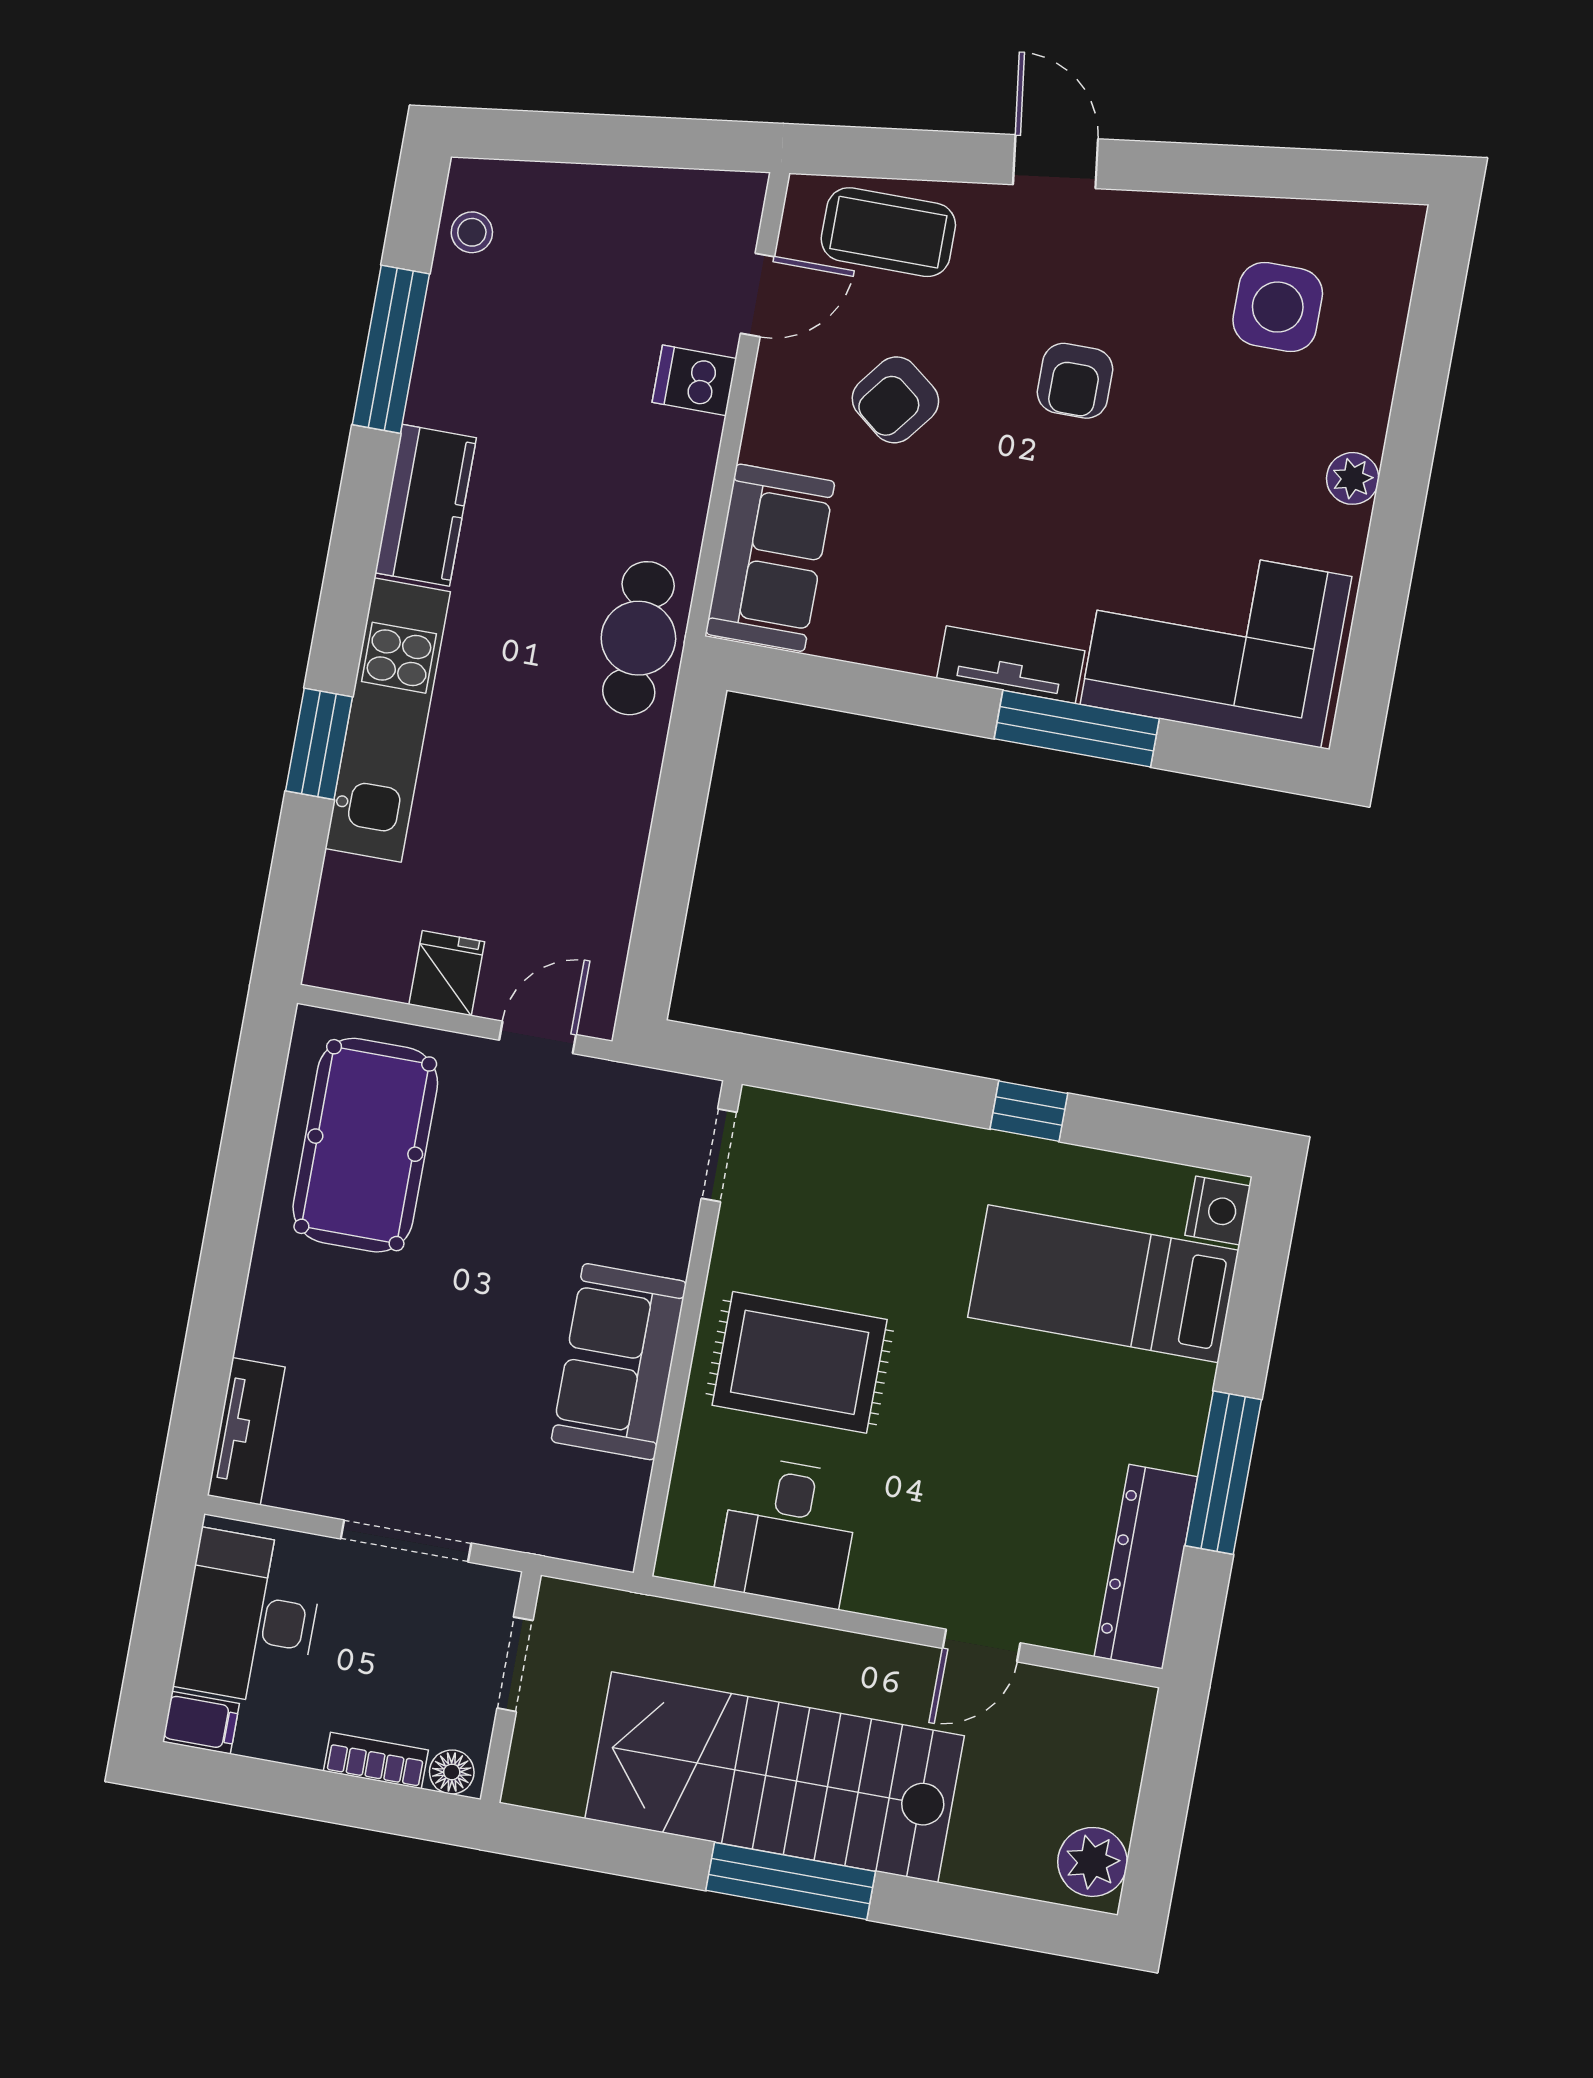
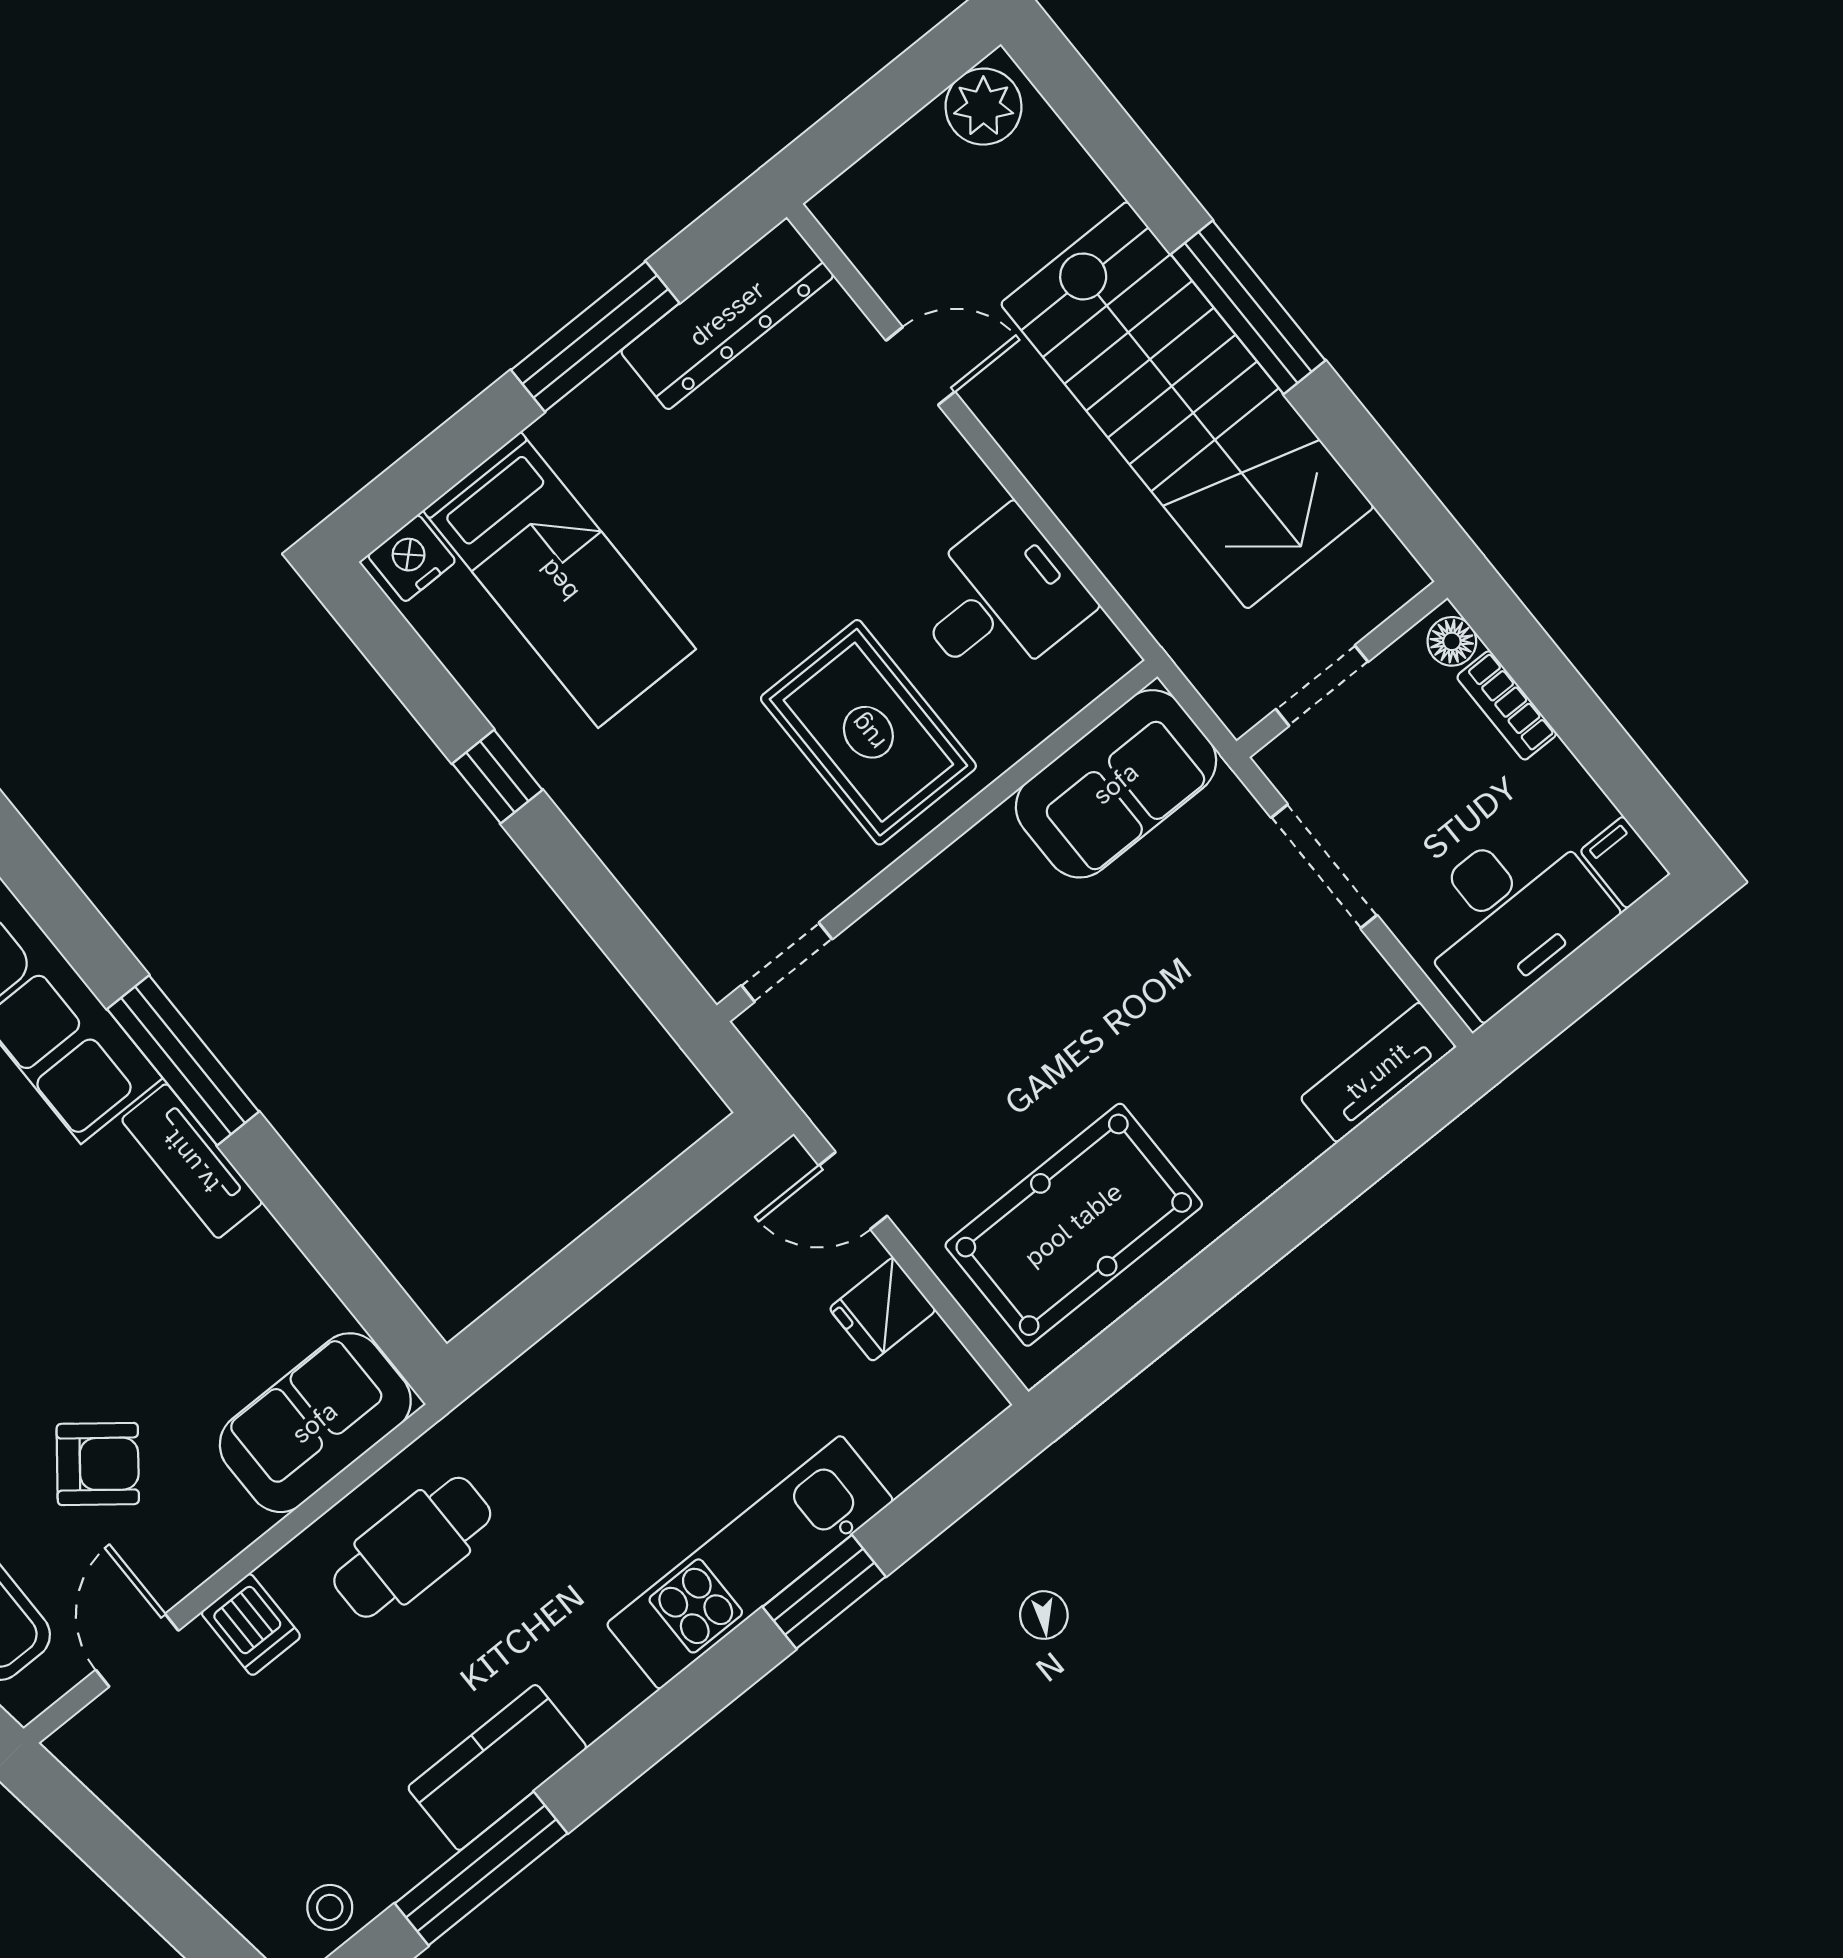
door: (758, 295) -> (137, 1650), hinge flipped
kitchen counter: (426, 505) -> (497, 1767), moved
cafe table: (638, 638) -> (412, 1547), moved
sofa: (619, 1362) -> (1116, 784), moved

